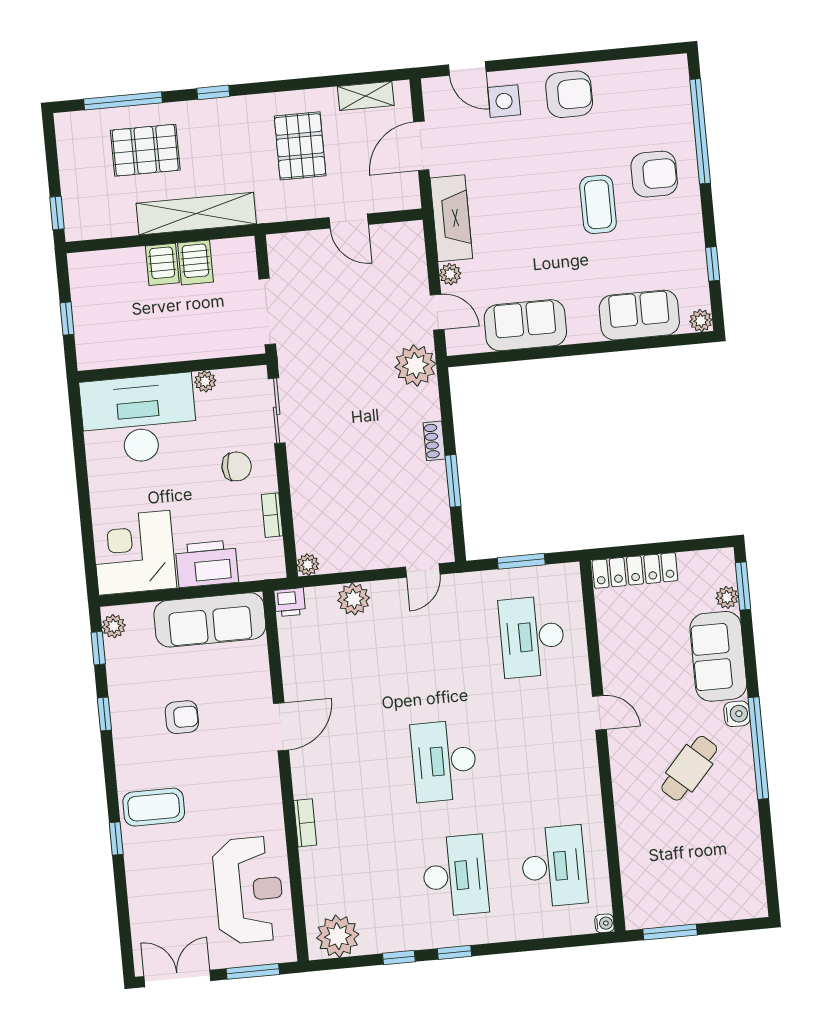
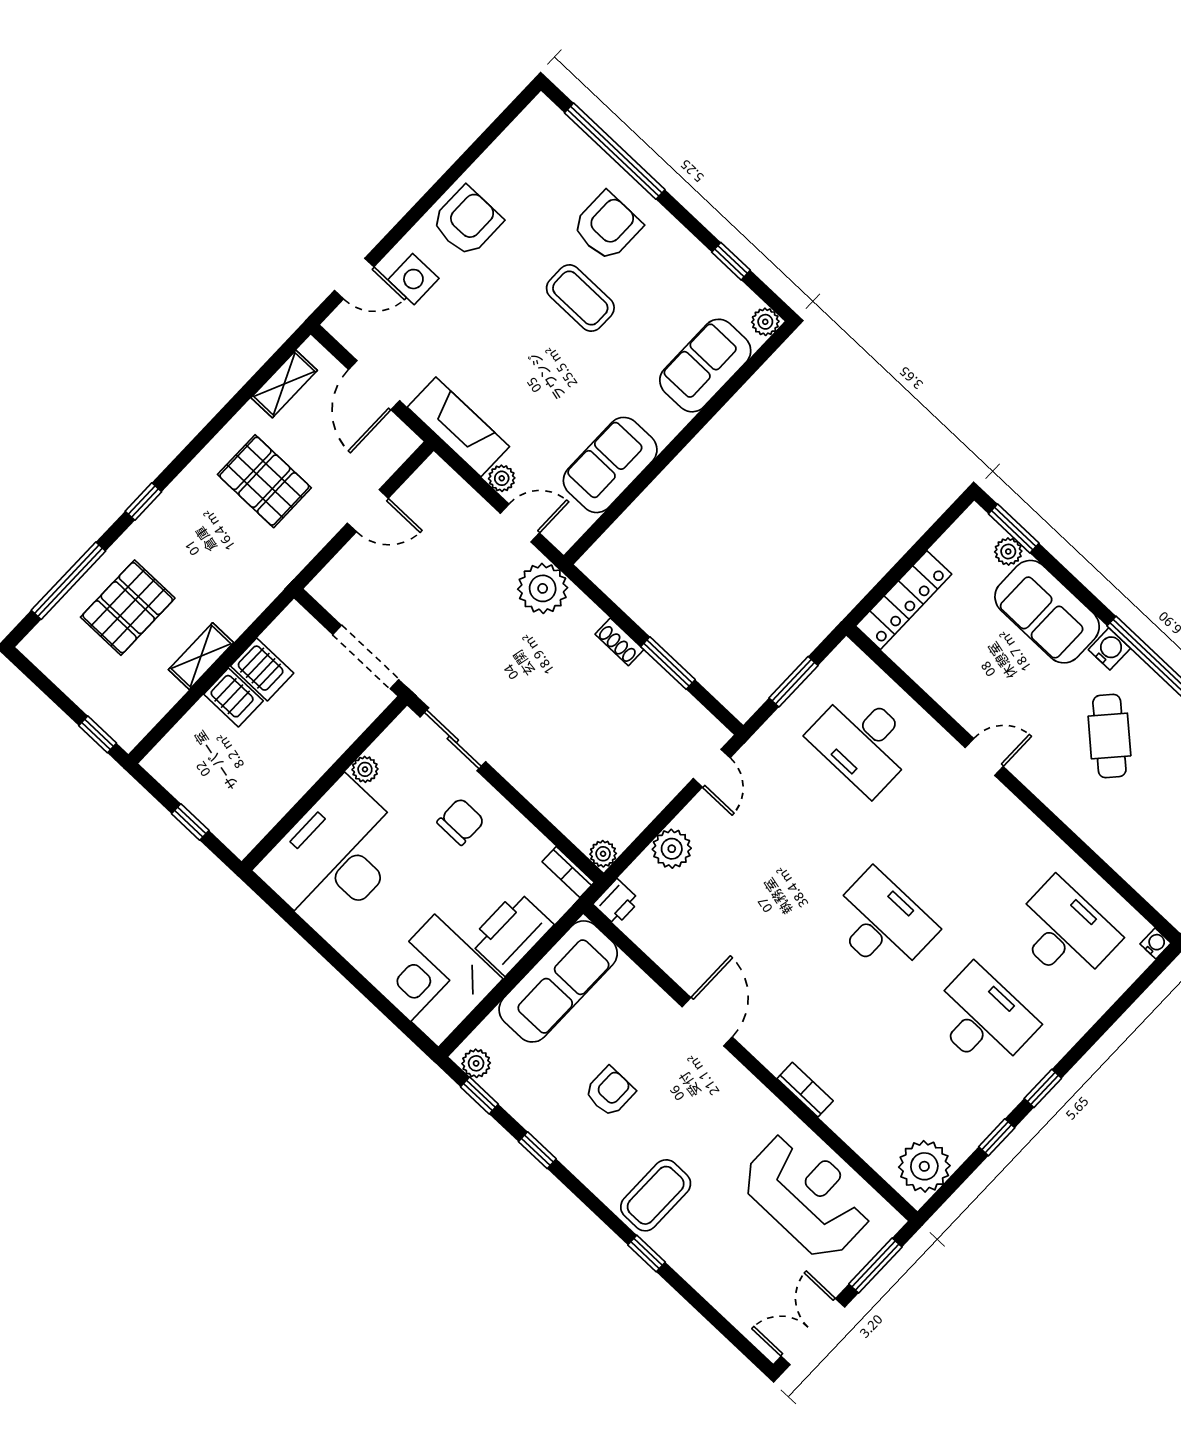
shelving: (196, 214) -> (201, 656), width x0.45, depth x0.75
bookcase: (272, 515) -> (568, 872), moved
desk: (444, 761) -> (882, 924), turned 180

